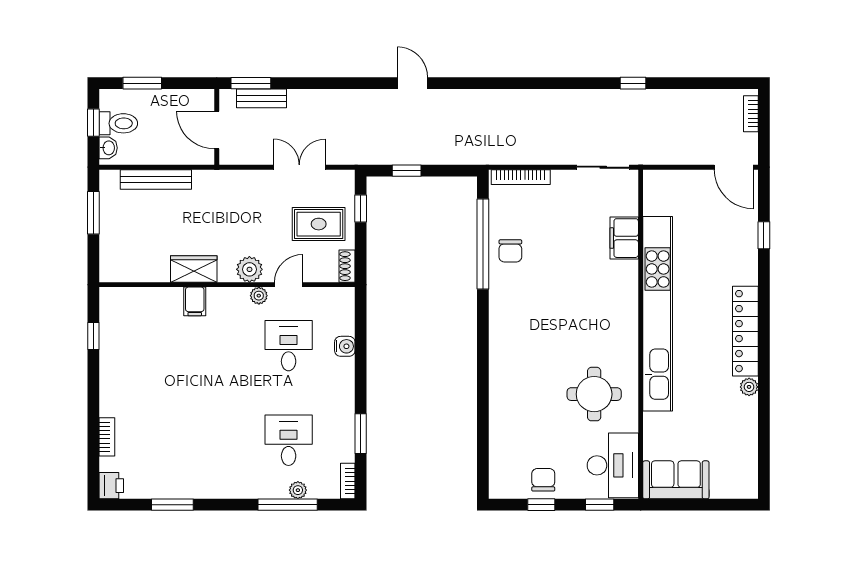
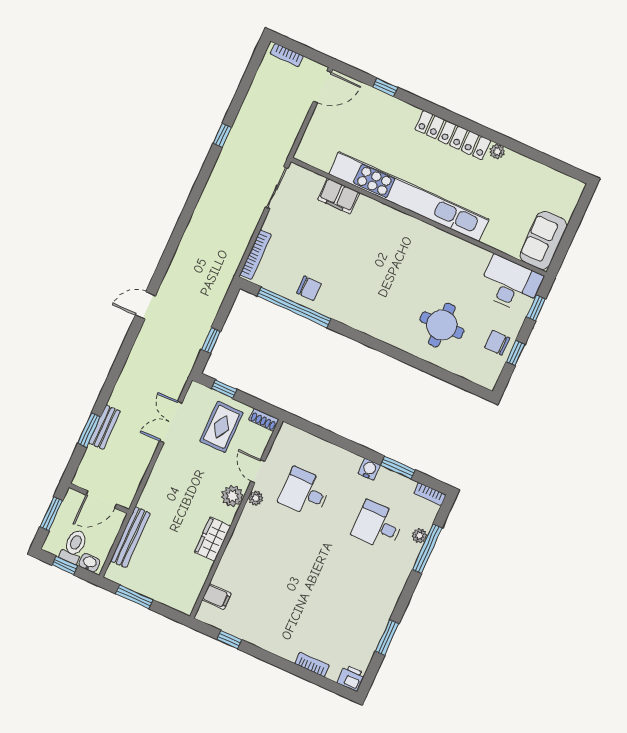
wall: (217, 127) -> (99, 498), moved
door: (217, 130) -> (101, 499), moved
filing cabinet: (195, 301) -> (217, 597), moved
water cooler: (345, 346) -> (369, 469), moved
round table: (594, 394) -> (442, 325), moved

